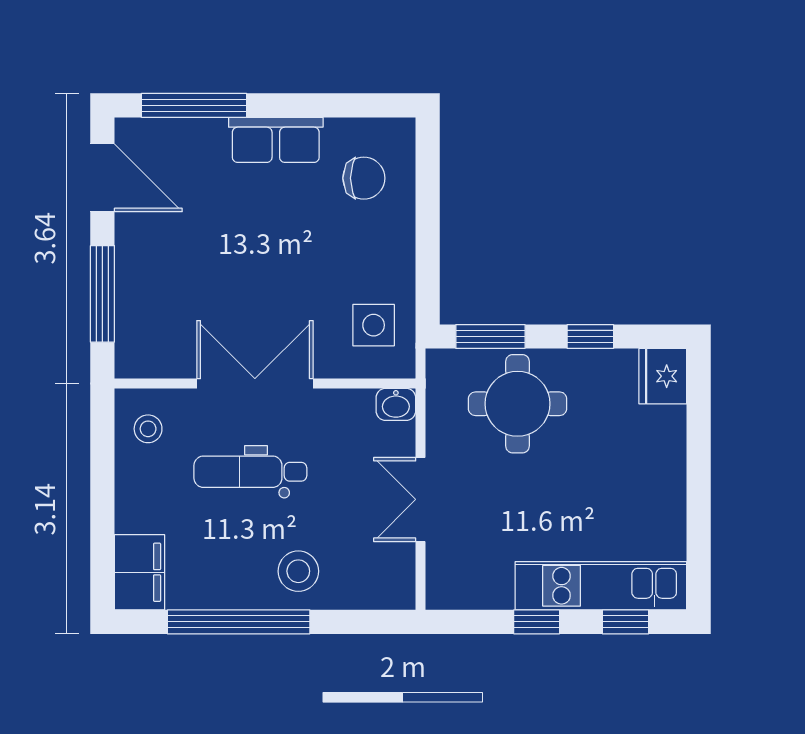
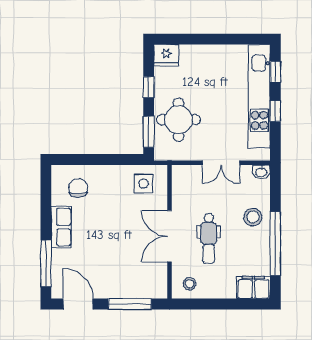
door: (102, 178) -> (78, 304), hinge flipped
washbasin: (396, 404) -> (261, 172), moved, turned 90
kitchen unit: (601, 586) -> (259, 96), width x1.36

